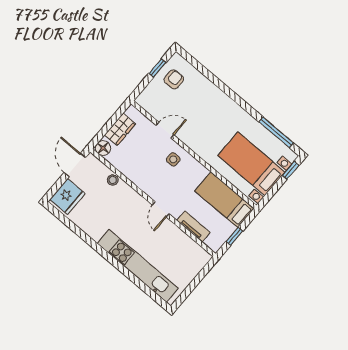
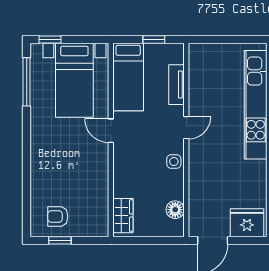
wardrobe: (120, 129) -> (123, 216), moved, turned 90
door: (165, 130) -> (111, 131), moved
floor lamp: (103, 148) -> (175, 210), moved
side table: (173, 159) -> (174, 162), moved
stool: (113, 180) -> (197, 194), removed

